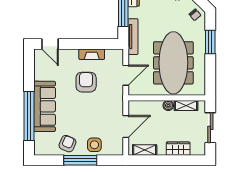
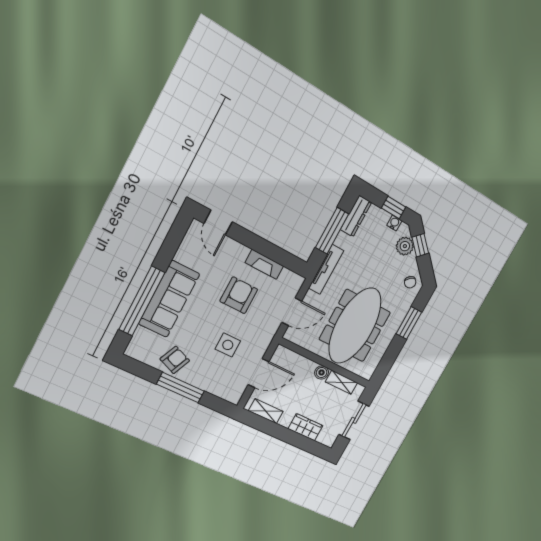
side table: (94, 145) -> (228, 345), moved

